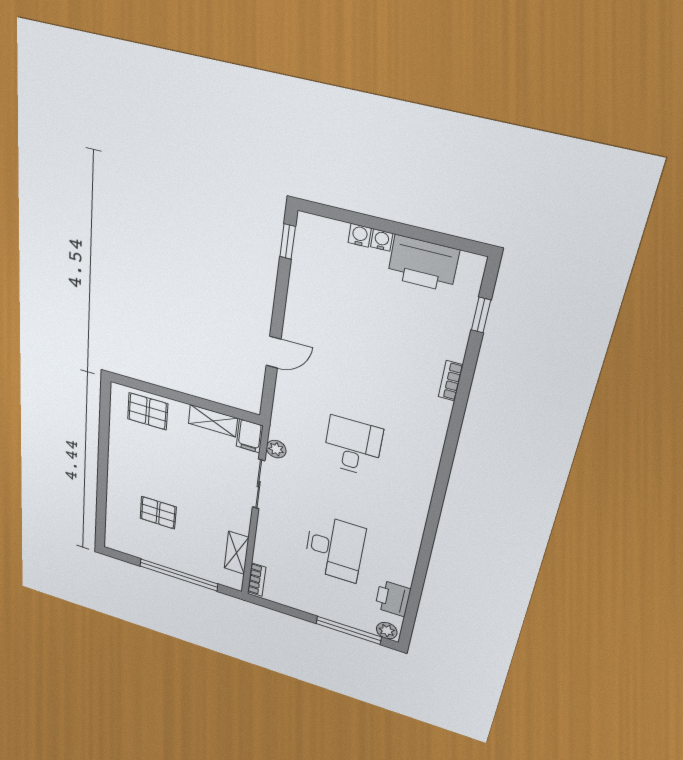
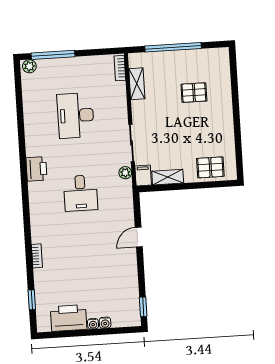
printer: (393, 598) -> (37, 169), moved

